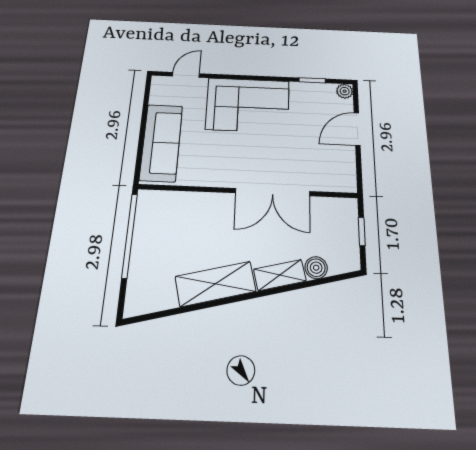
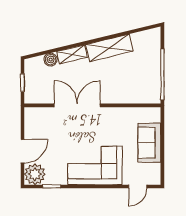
plant: (345, 91) -> (35, 174), width x1.88, depth x1.88
sofa: (161, 142) -> (149, 143), width x0.73

